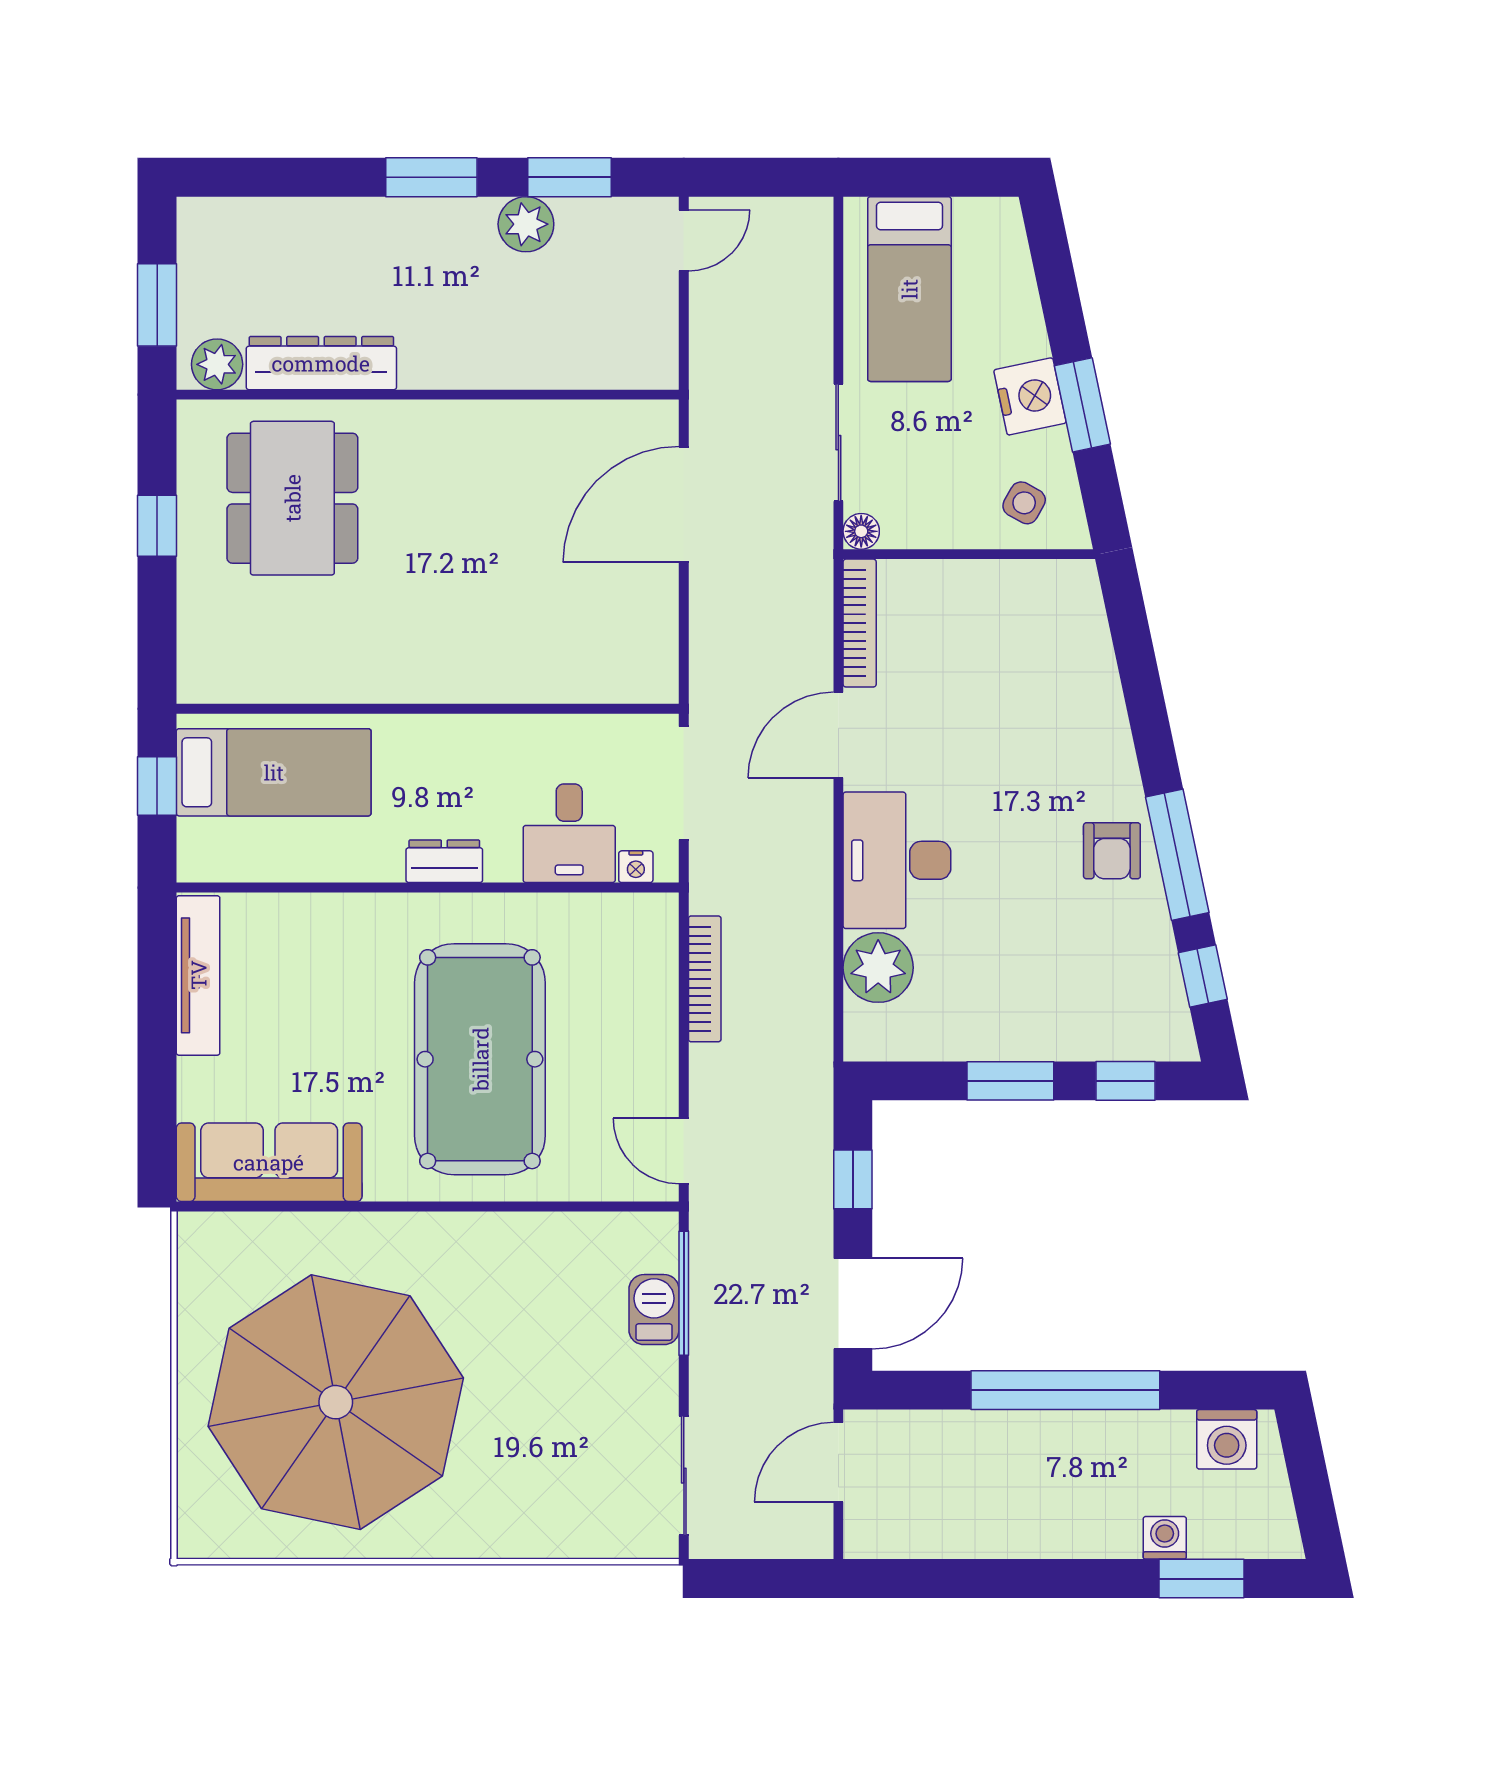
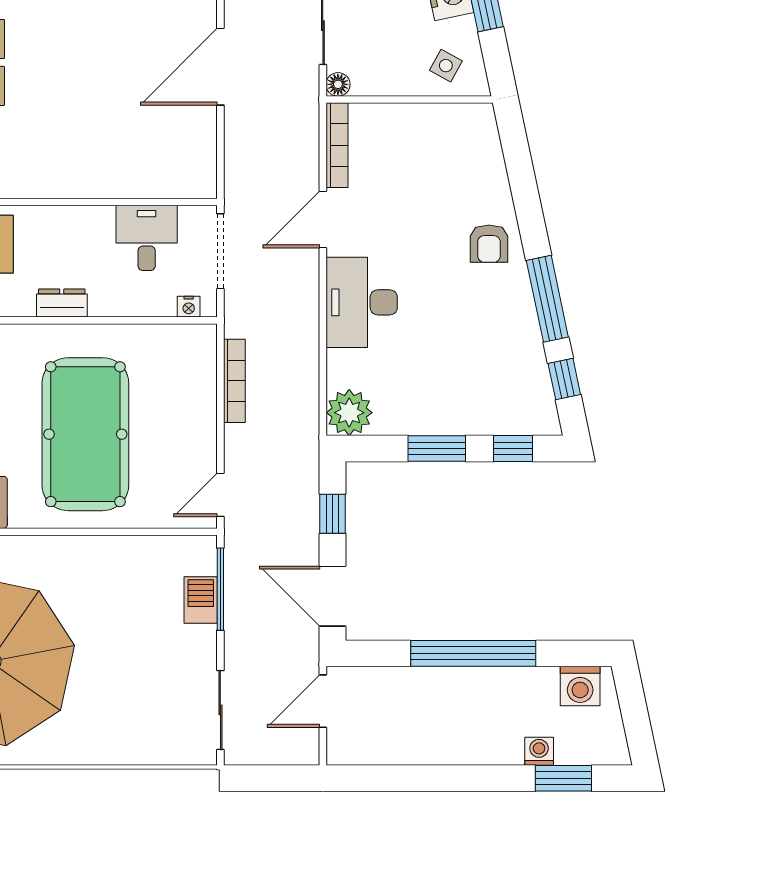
desk: (569, 833) -> (147, 238), moved, turned 180
armchair: (1112, 851) -> (489, 244), moved
plant: (878, 968) -> (349, 413), moved
door: (684, 1151) -> (220, 495), hinge flipped
door: (853, 1304) -> (332, 596), swing flipped

